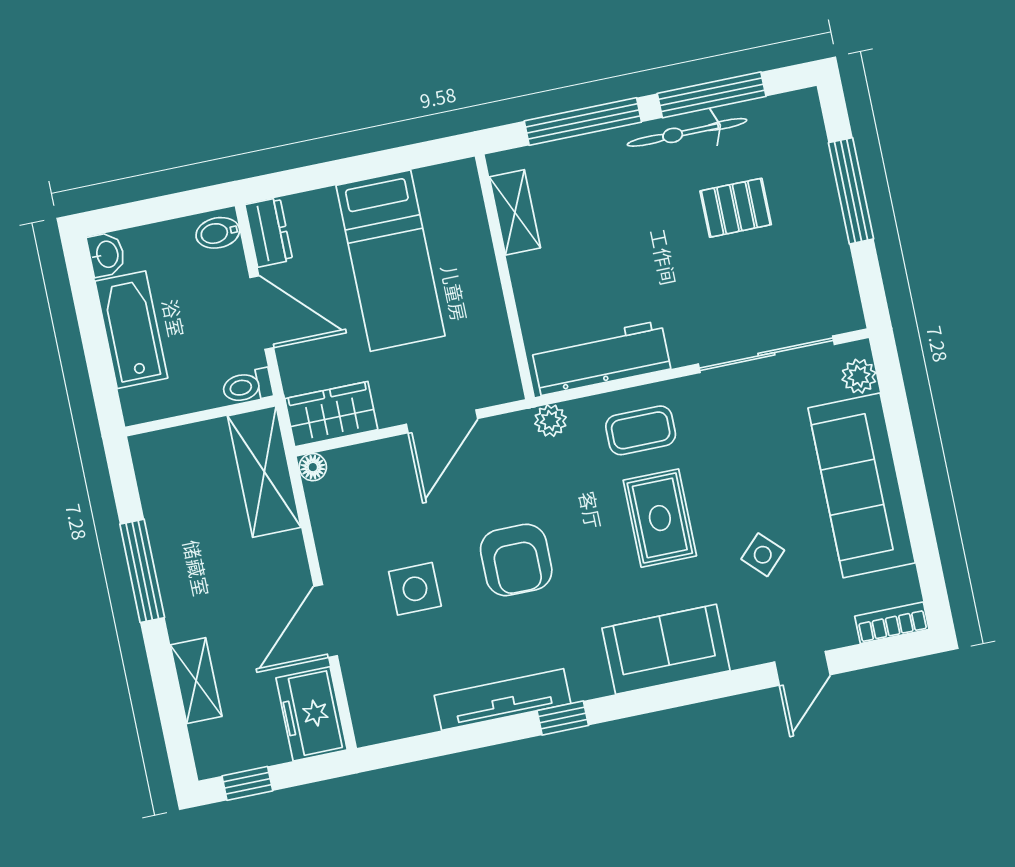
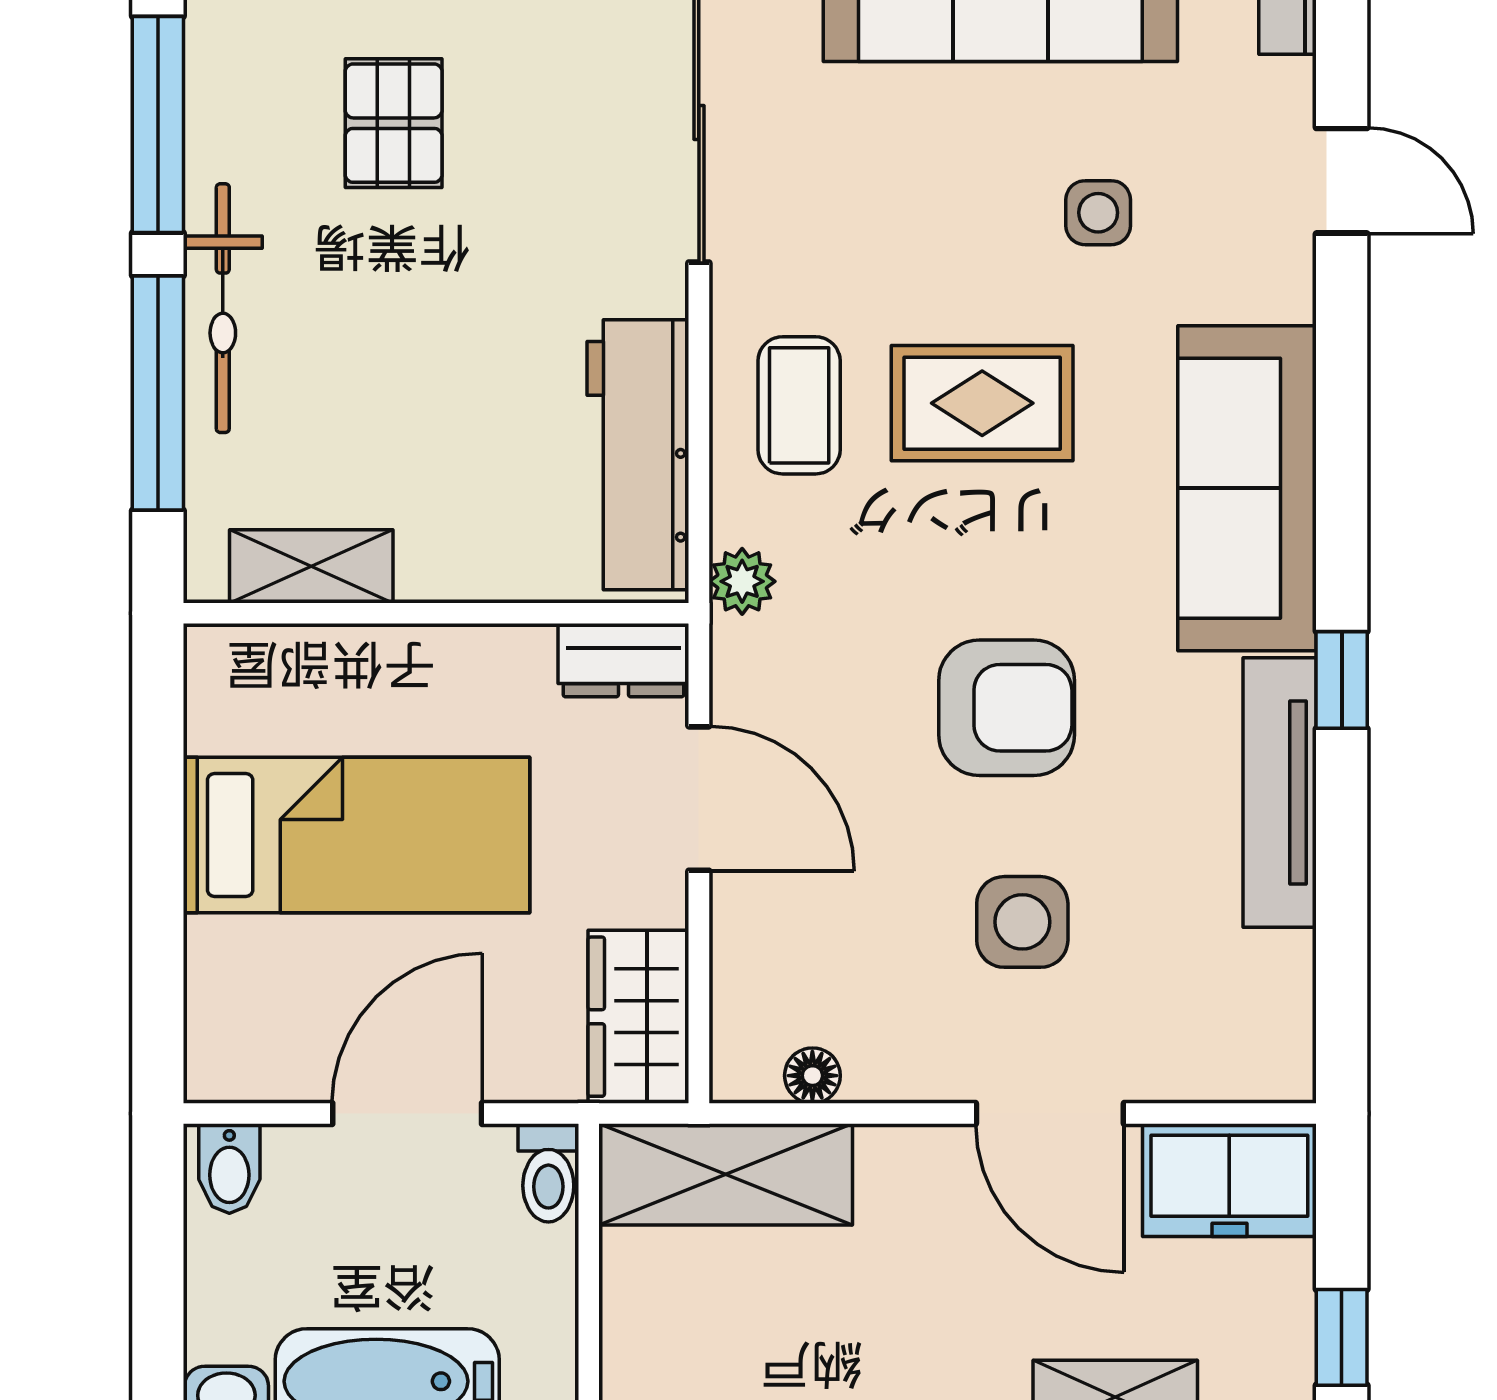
bicycle: (687, 132) -> (223, 308), moved
dresser: (269, 232) -> (623, 660), moved, turned 180
floor lamp: (313, 467) -> (812, 1076), moved
side table: (763, 555) -> (1098, 213), turned 45
sofa: (666, 649) -> (1247, 488), width x1.36

